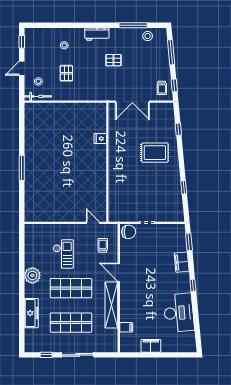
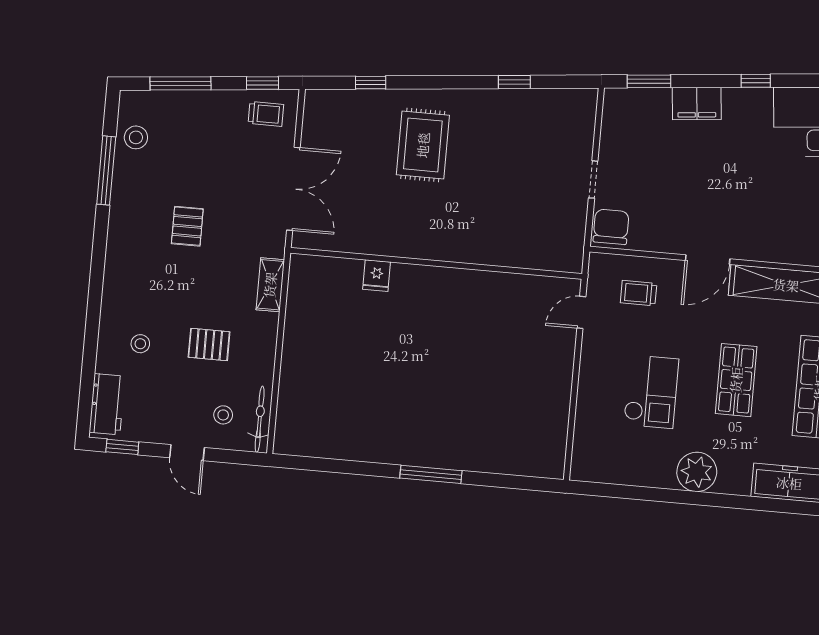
workbench: (97, 34) -> (107, 404), moved
shelving: (93, 96) -> (270, 285), added
checkout: (63, 254) -> (651, 392), turned 90
shop shelf: (71, 288) -> (736, 380), width x0.70, depth x0.74

